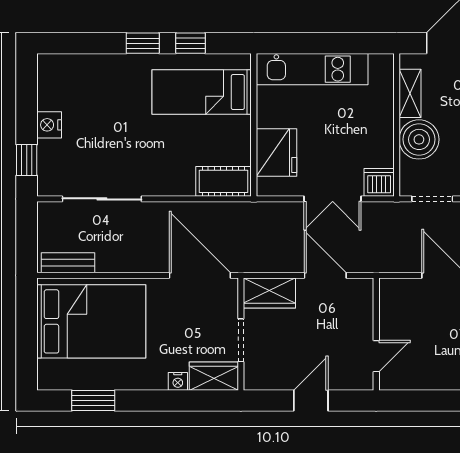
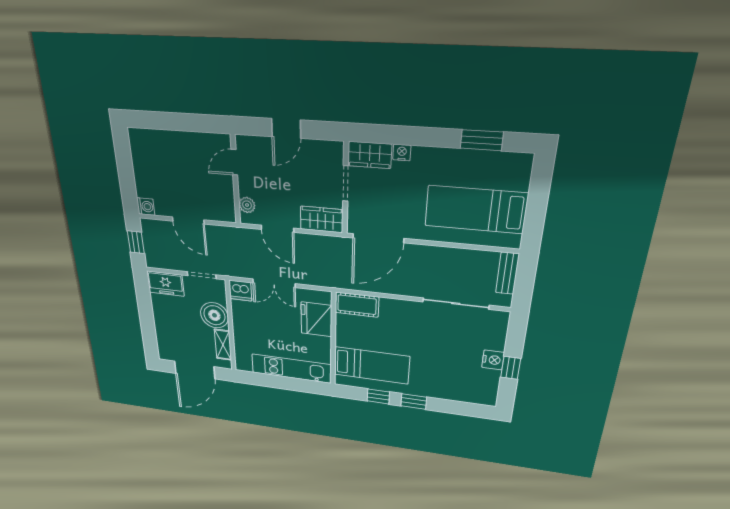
window: (27, 160) -> (511, 368), moved
double door: (333, 199) -> (274, 283), swing flipped
bench: (68, 263) -> (507, 273), moved, turned 90
door: (200, 275) -> (378, 238), hinge flipped
plant: (363, 303) -> (247, 205), added
bed: (91, 321) -> (476, 210), width x0.67

